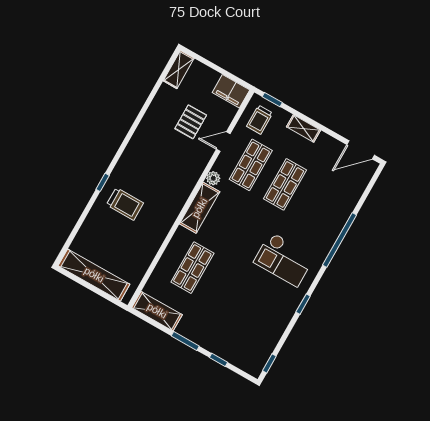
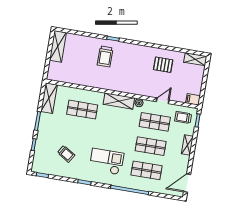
filing cabinet: (231, 91) -> (193, 99), width x0.50
pallet: (191, 122) -> (163, 65), moved
door: (223, 142) -> (163, 101), hinge flipped
door: (361, 150) -> (187, 183), hinge flipped
shop shelf: (319, 204) -> (147, 170), added
checkout: (284, 259) -> (107, 162), turned 90
shelving: (94, 275) -> (58, 46), width x0.68
trolley: (250, 316) -> (66, 154), added

